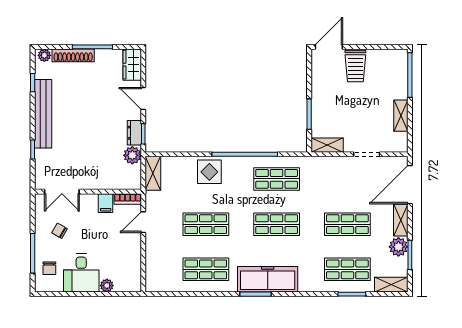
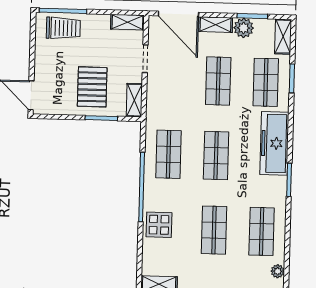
trolley: (355, 66) -> (63, 28), moved
pallet: (338, 105) -> (92, 87), added
shelving: (401, 116) -> (127, 22), moved
freezer: (268, 279) -> (274, 143), moved
plant: (168, 286) -> (278, 271), added

